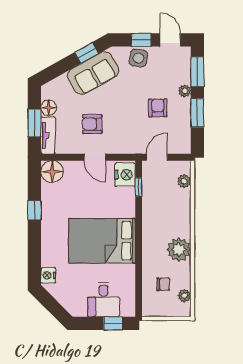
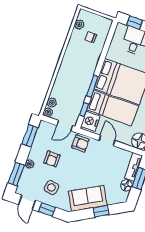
window: (87, 53) -> (101, 211), moved
side table: (139, 58) -> (51, 188), moved
window: (197, 113) -> (30, 136), moved
armchair: (92, 124) -> (80, 143), moved
bed: (103, 202) -> (112, 108), added
window: (139, 221) -> (92, 86), added
plant: (179, 250) -> (48, 112), moved, width x0.53, depth x0.53

